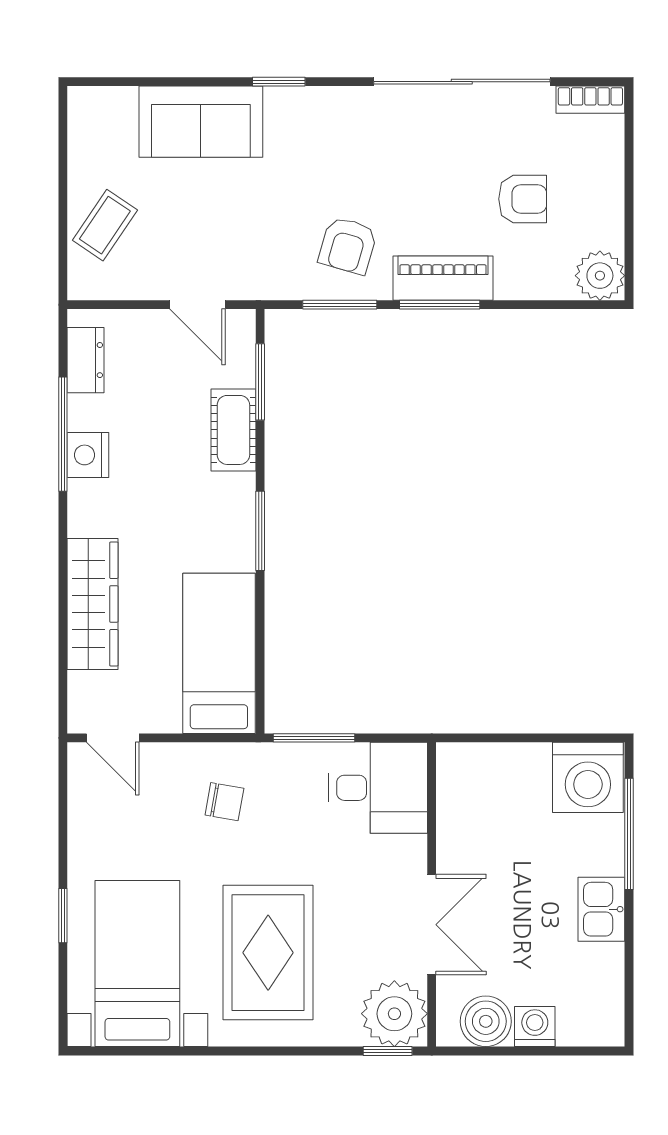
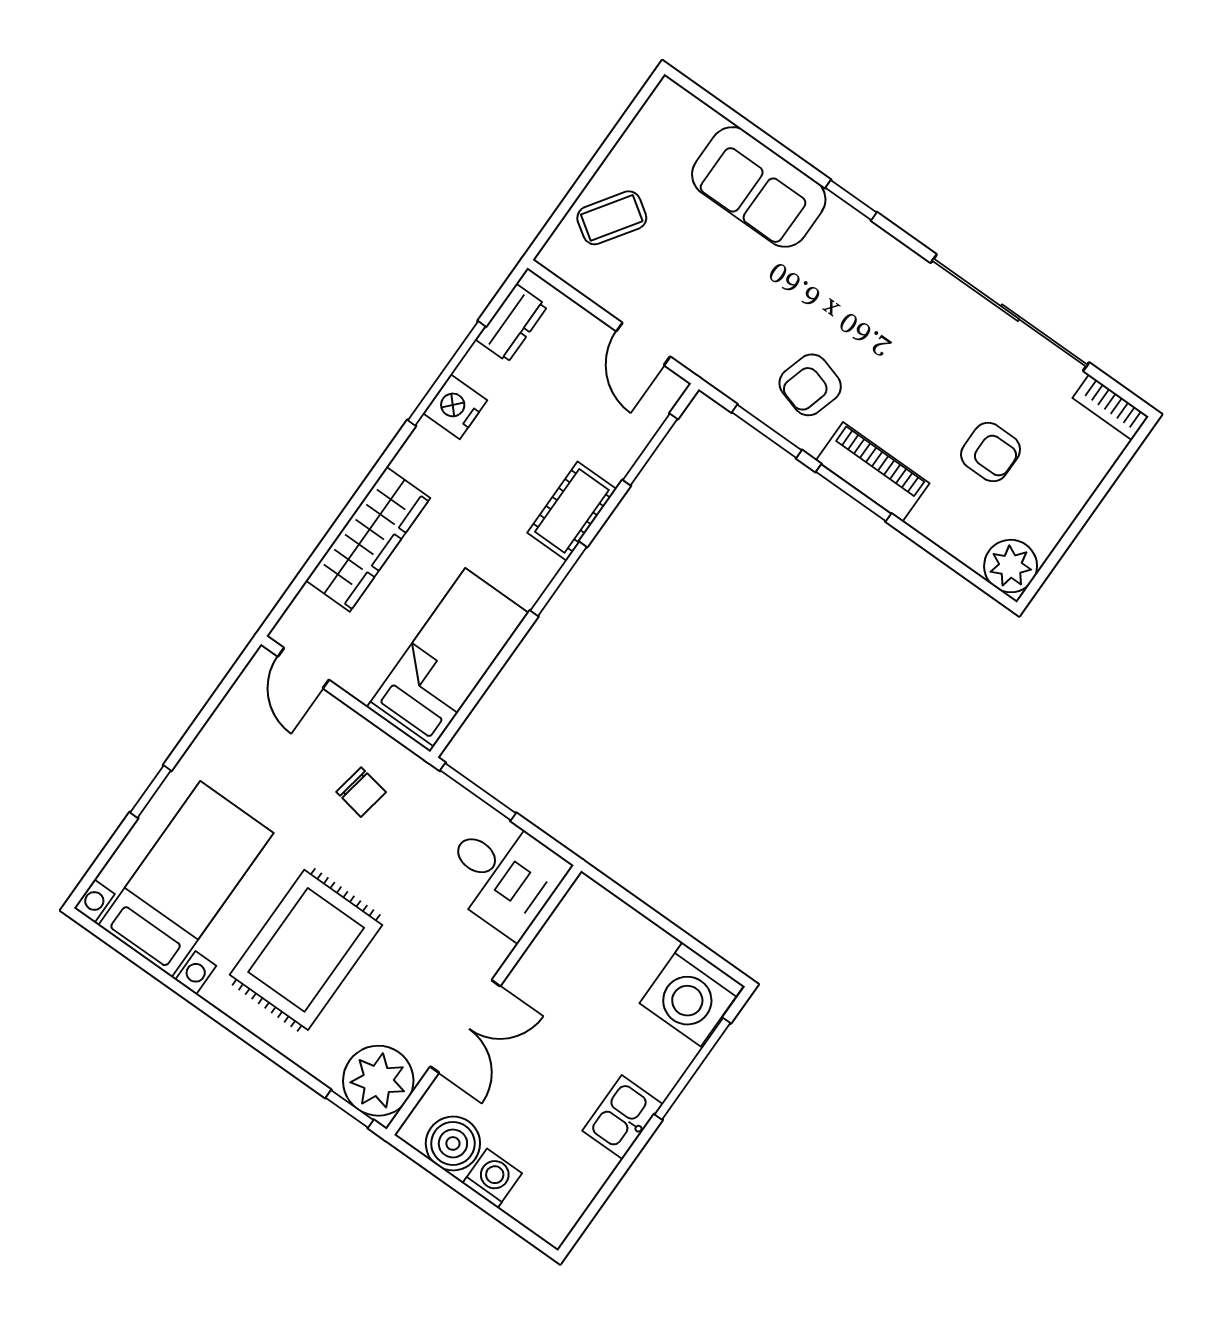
cot: (233, 430) -> (572, 511), moved

